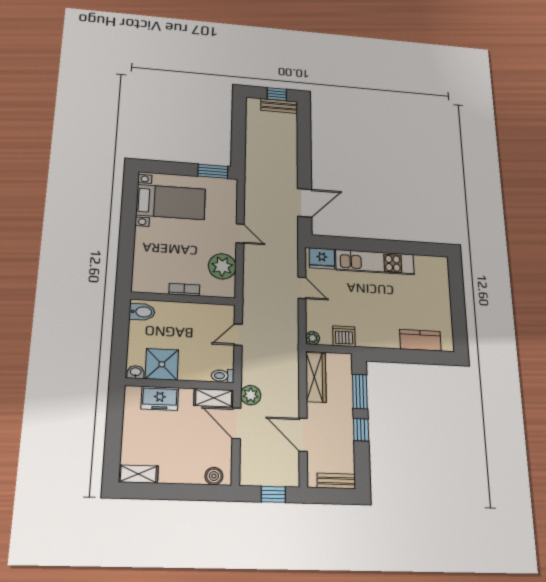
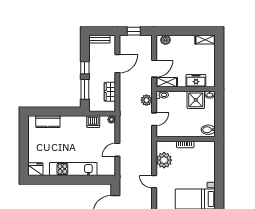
fridge: (322, 258) -> (35, 169), moved
door: (302, 288) -> (117, 150), hinge flipped
wardrobe: (316, 377) -> (110, 92), width x0.67
plant: (251, 395) -> (146, 100), moved
door: (236, 423) -> (154, 69), hinge flipped
door: (303, 435) -> (117, 64), hinge flipped

